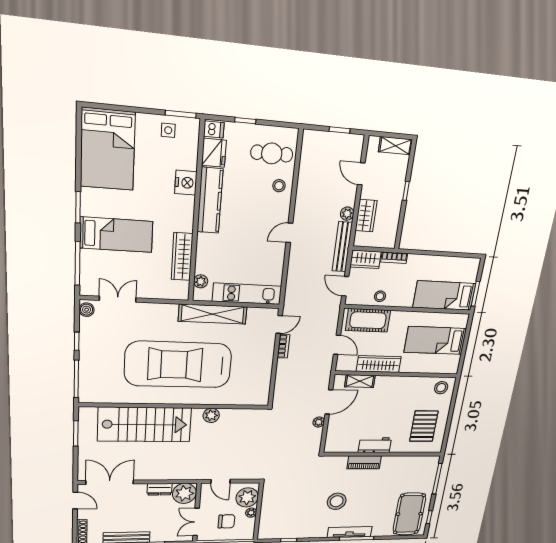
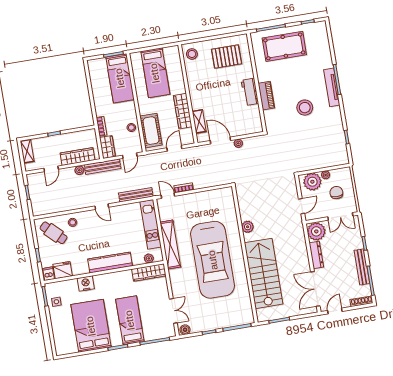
bed: (108, 149) -> (91, 326), moved, turned -90
cafe table: (272, 153) -> (54, 233), turned -46
kitchen counter: (210, 201) -> (110, 262), moved
wardrobe: (366, 216) -> (78, 156), width x1.50
wardrobe: (182, 257) -> (149, 272), moved
bench: (292, 283) -> (136, 195), added
double door: (118, 299) -> (173, 311), swing flipped
dresser: (160, 489) -> (316, 255), width x1.44
pool table: (409, 514) -> (284, 46), moved

